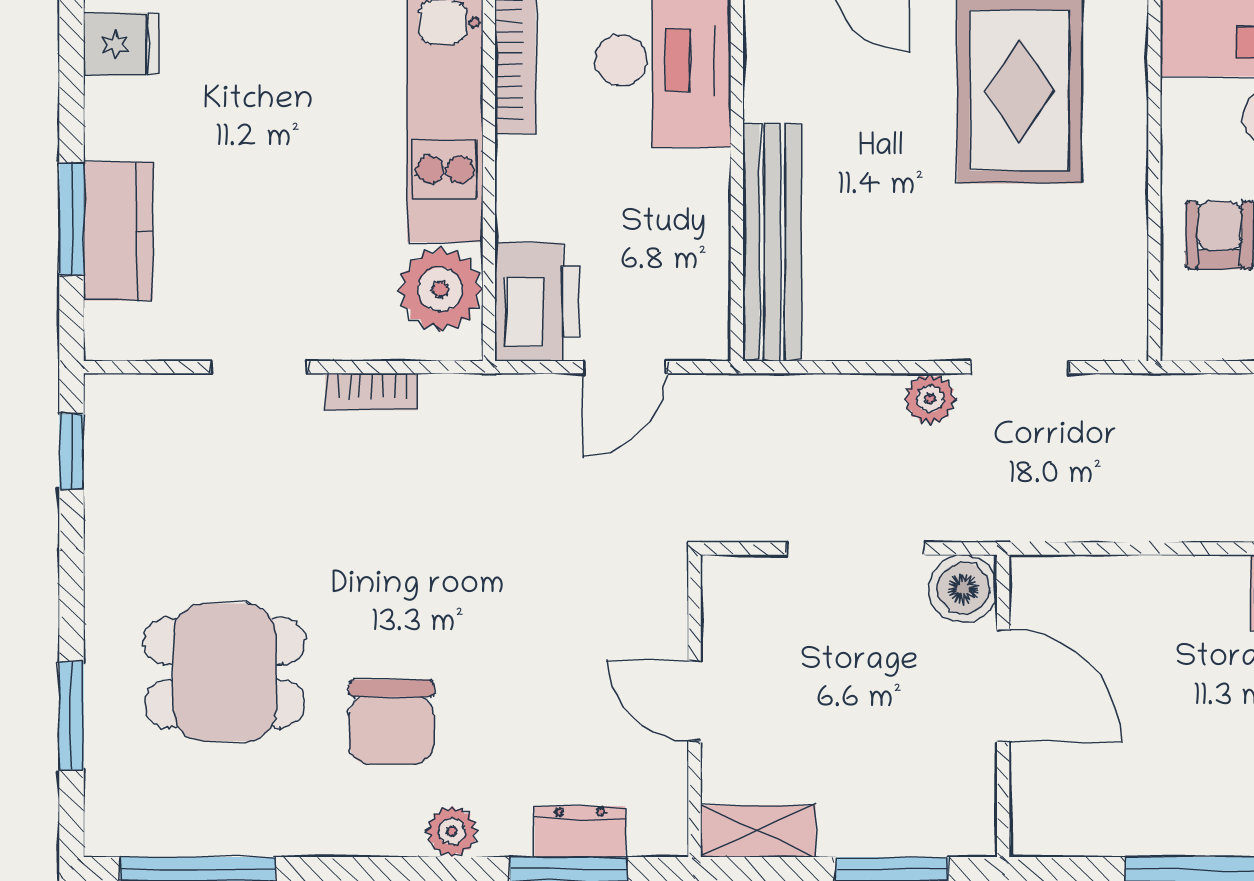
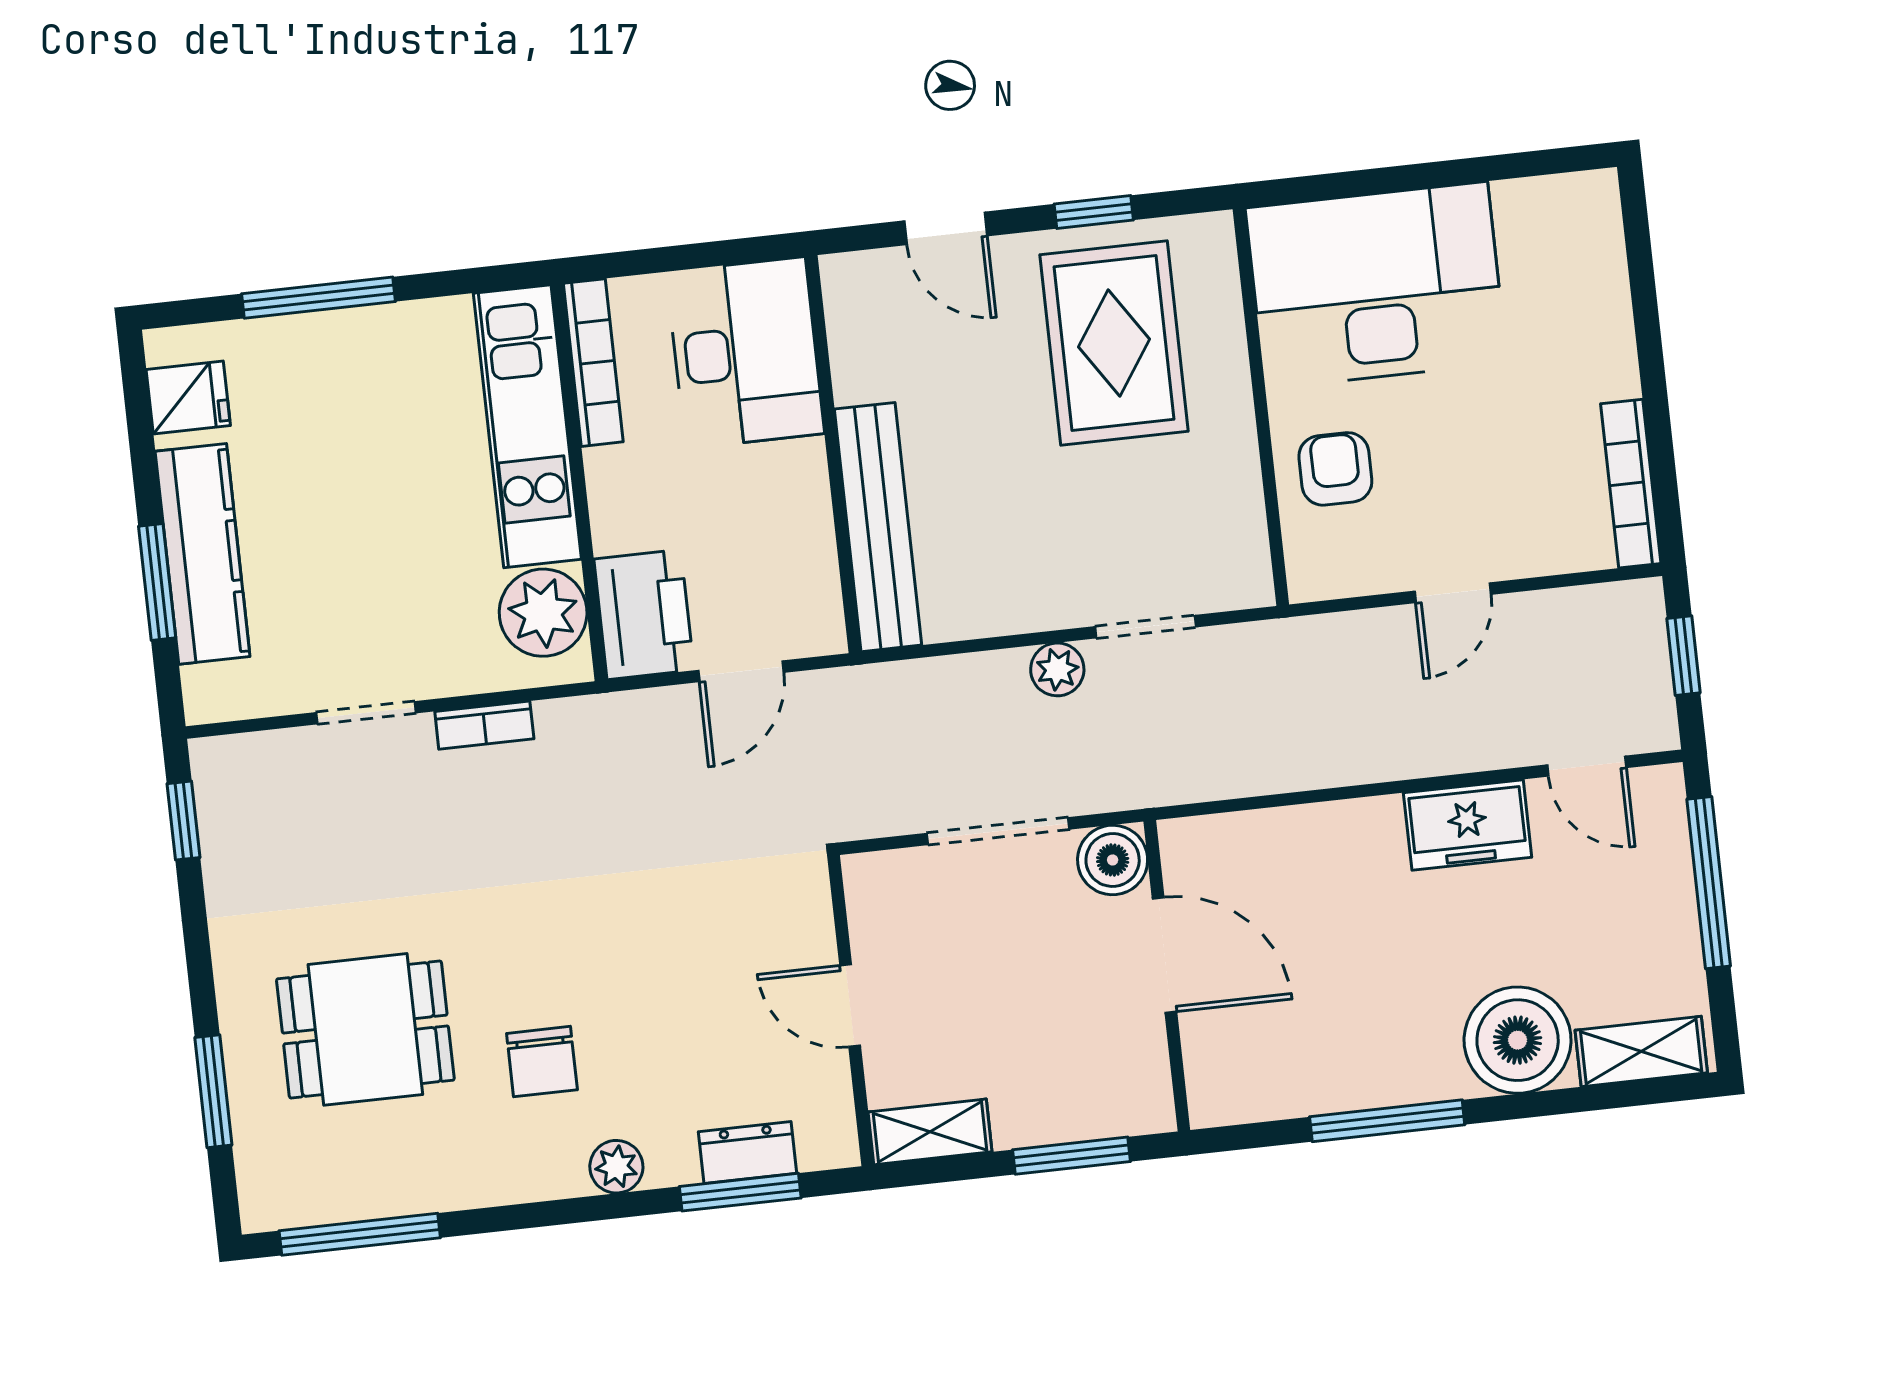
kitchen counter: (118, 231) -> (203, 554), width x1.50
chair: (391, 722) -> (542, 1062), width x0.73, depth x0.73

